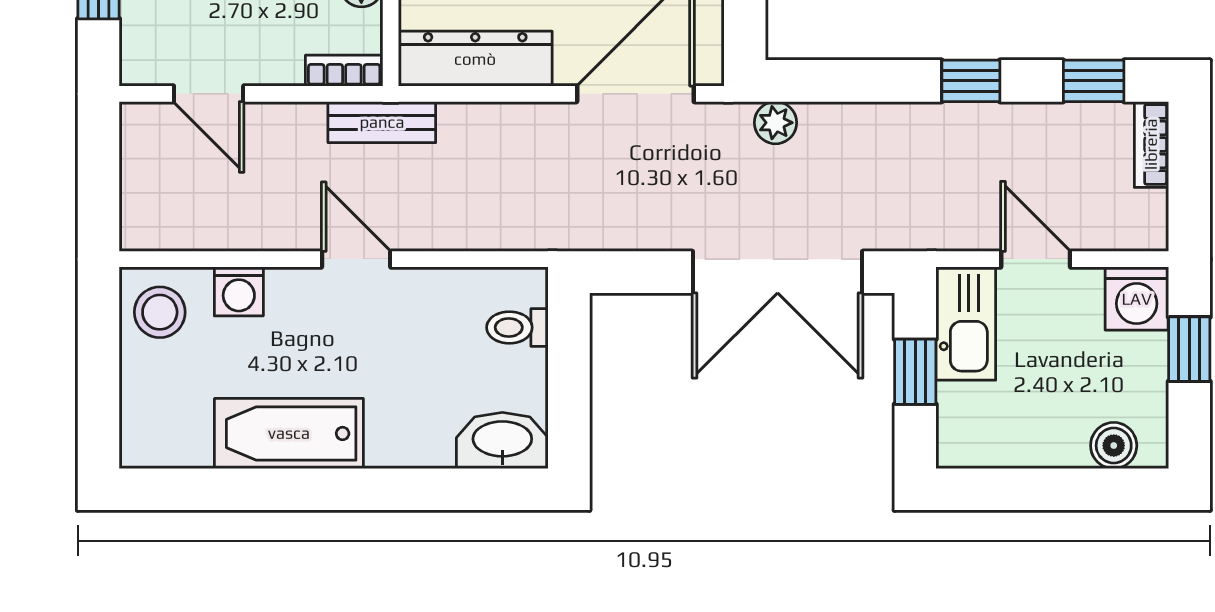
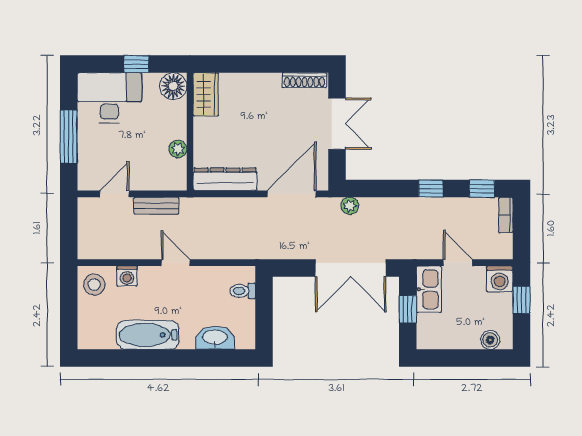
bookcase: (344, 71) -> (171, 184), removed
door: (209, 94) -> (114, 194), swing flipped
bench: (382, 122) -> (156, 206), moved
washbasin: (502, 441) -> (215, 338), moved

